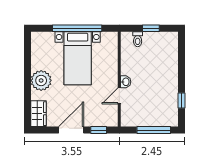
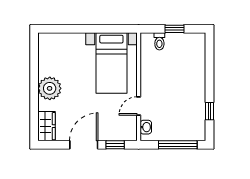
window: (77, 28) -> (91, 29), removed
bed with nightstands: (78, 58) -> (111, 63), moved
washbasin: (126, 82) -> (146, 127), moved

